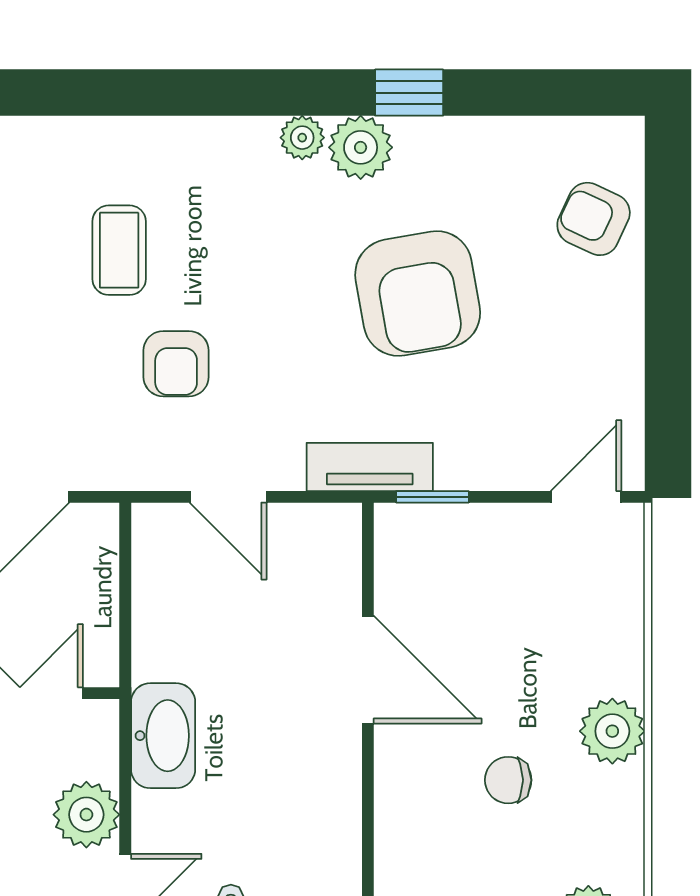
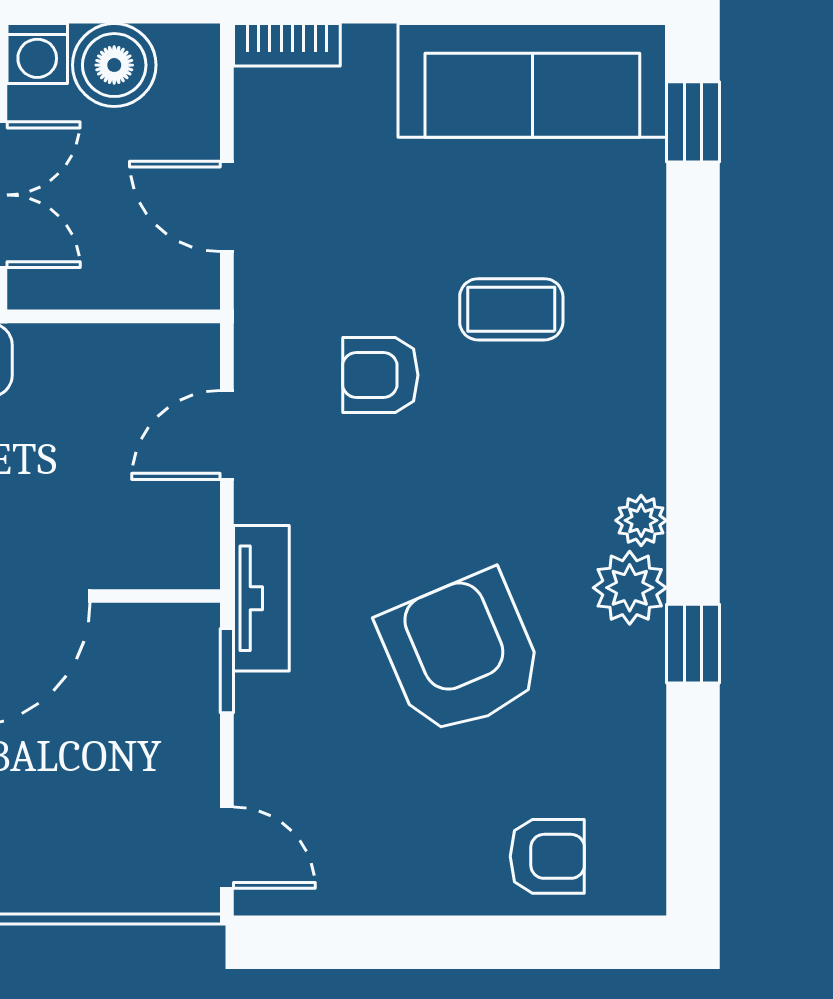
armchair: (594, 219) -> (547, 856), turned 65
armchair: (418, 293) -> (461, 654), turned 77

